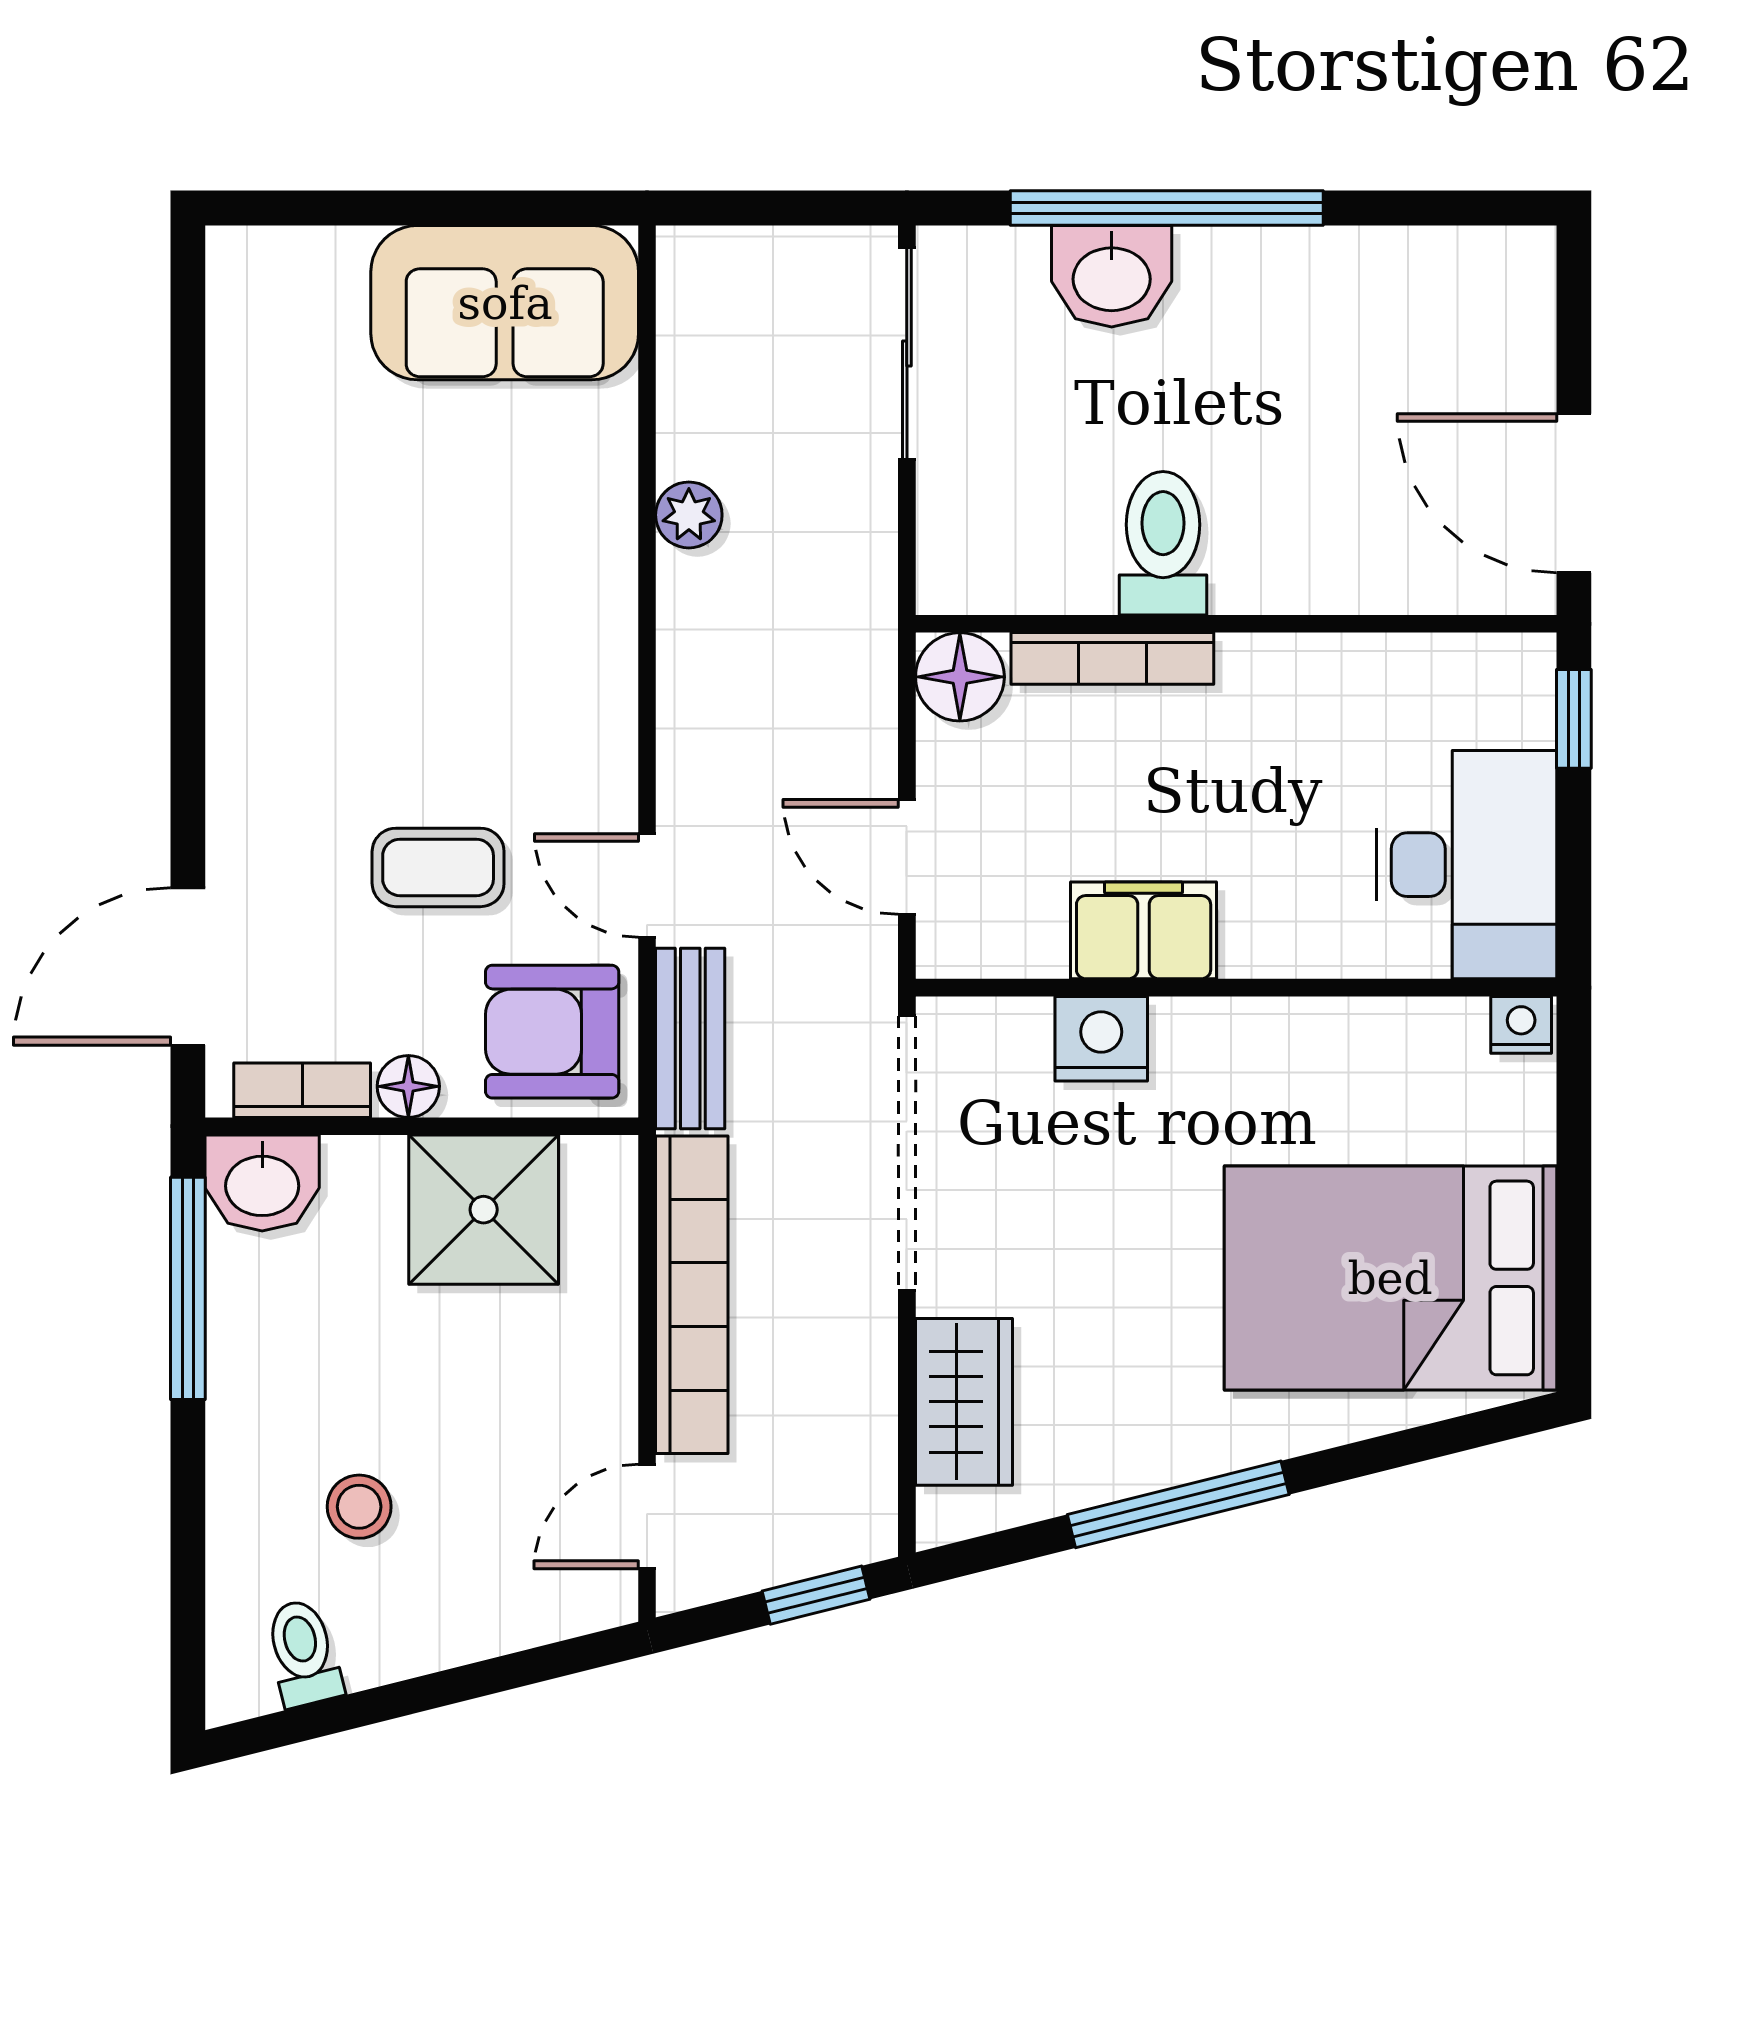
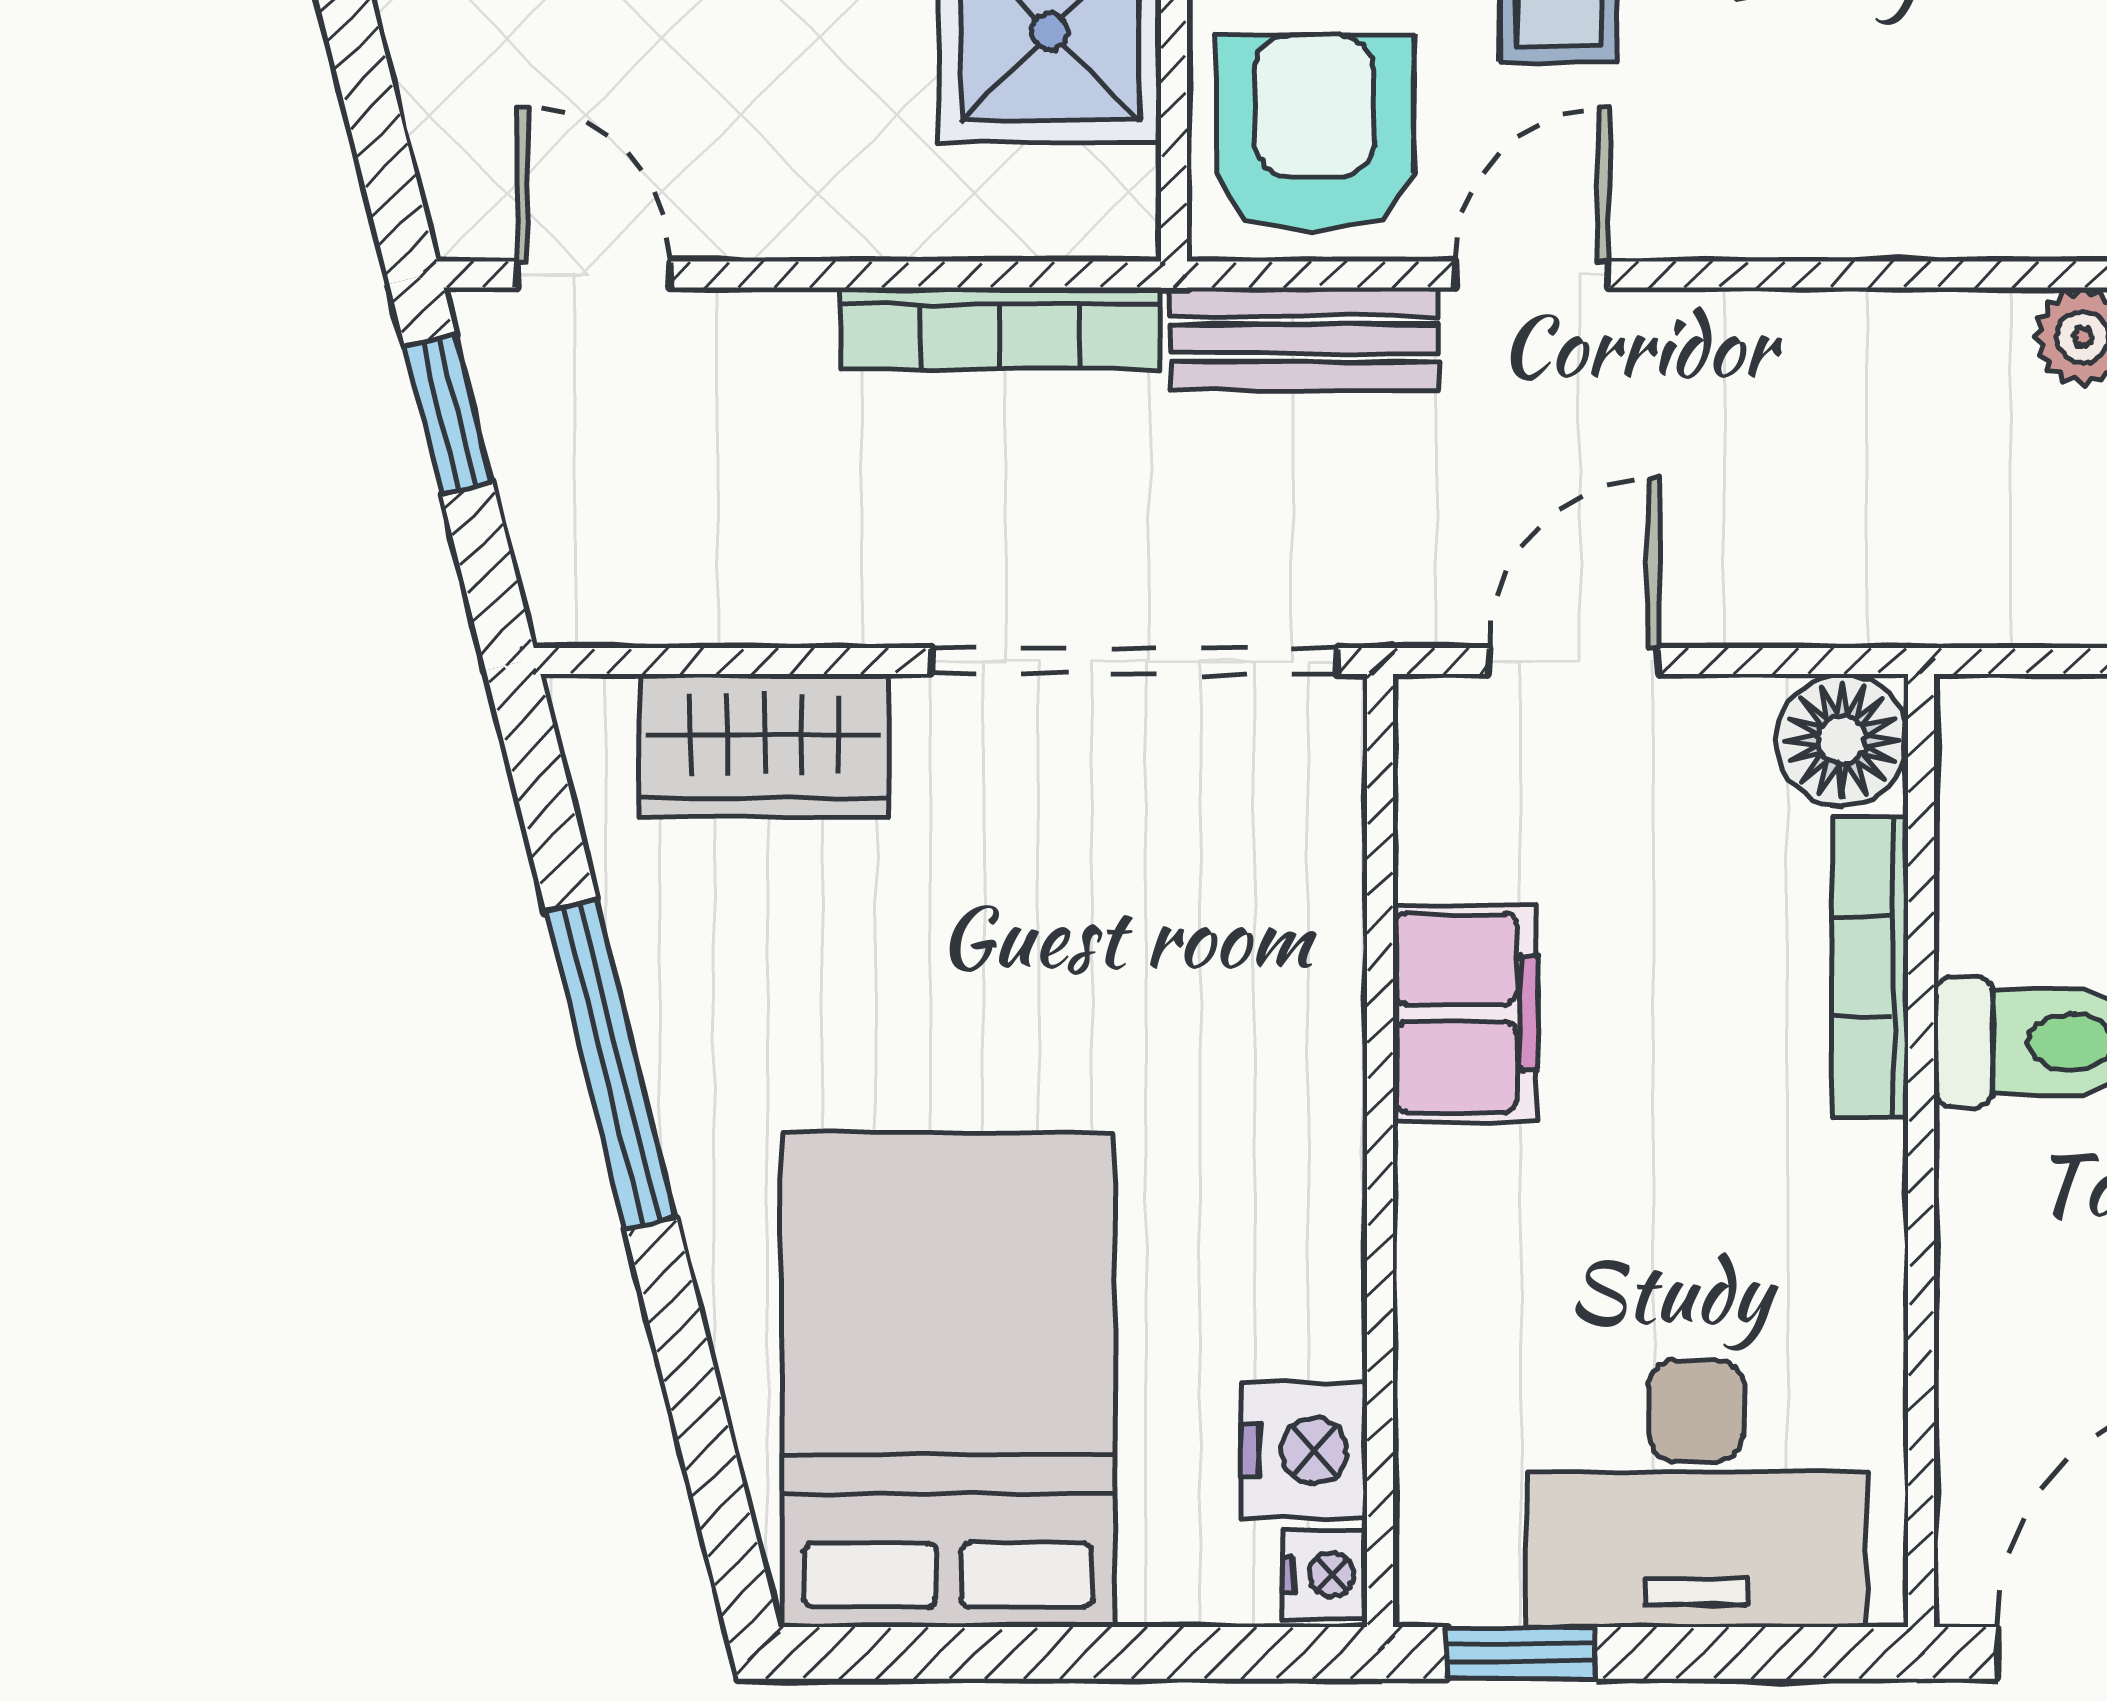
window: (1574, 719) -> (1521, 1653), moved
desk: (1467, 865) -> (1696, 1494), moved
nightstand: (1101, 1039) -> (1304, 1451), moved
bookcase: (692, 1295) -> (1000, 328), width x0.68, depth x0.76
window: (816, 1595) -> (449, 415), moved

